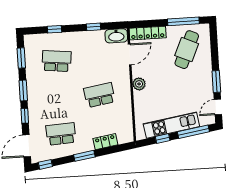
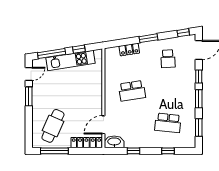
plant: (139, 84) -> (97, 98), removed
school desk: (61, 134) -> (168, 59), width x0.54

